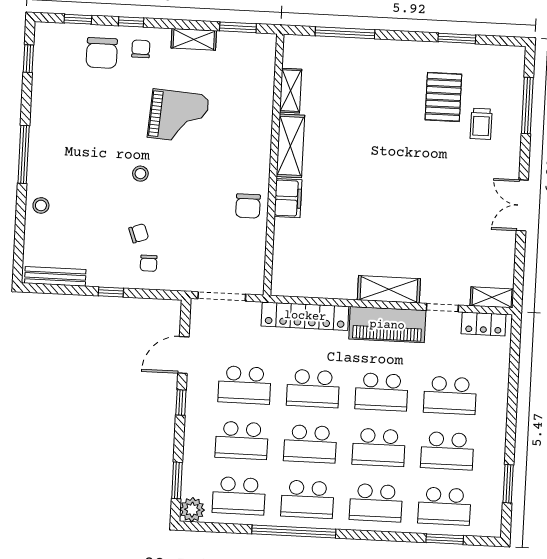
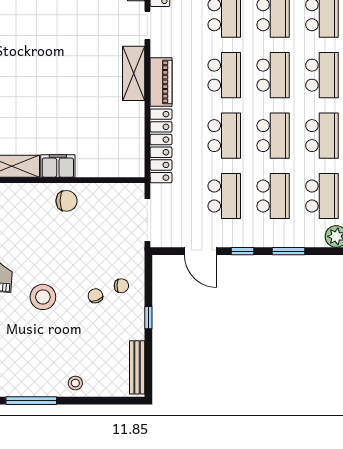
stool: (140, 174) -> (43, 297), width x1.89, depth x1.89
piano: (387, 325) -> (161, 82), width x0.73, depth x0.75
window: (177, 480) -> (288, 251), moved

